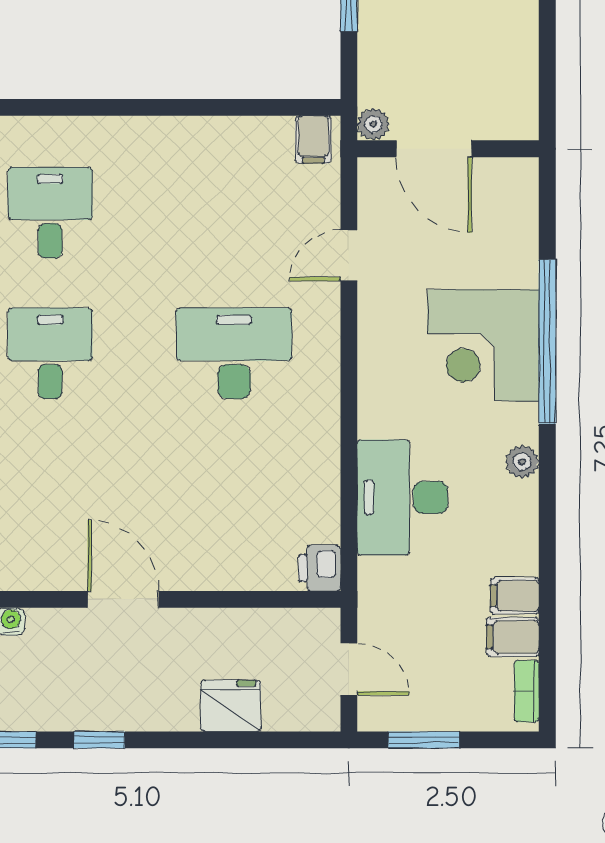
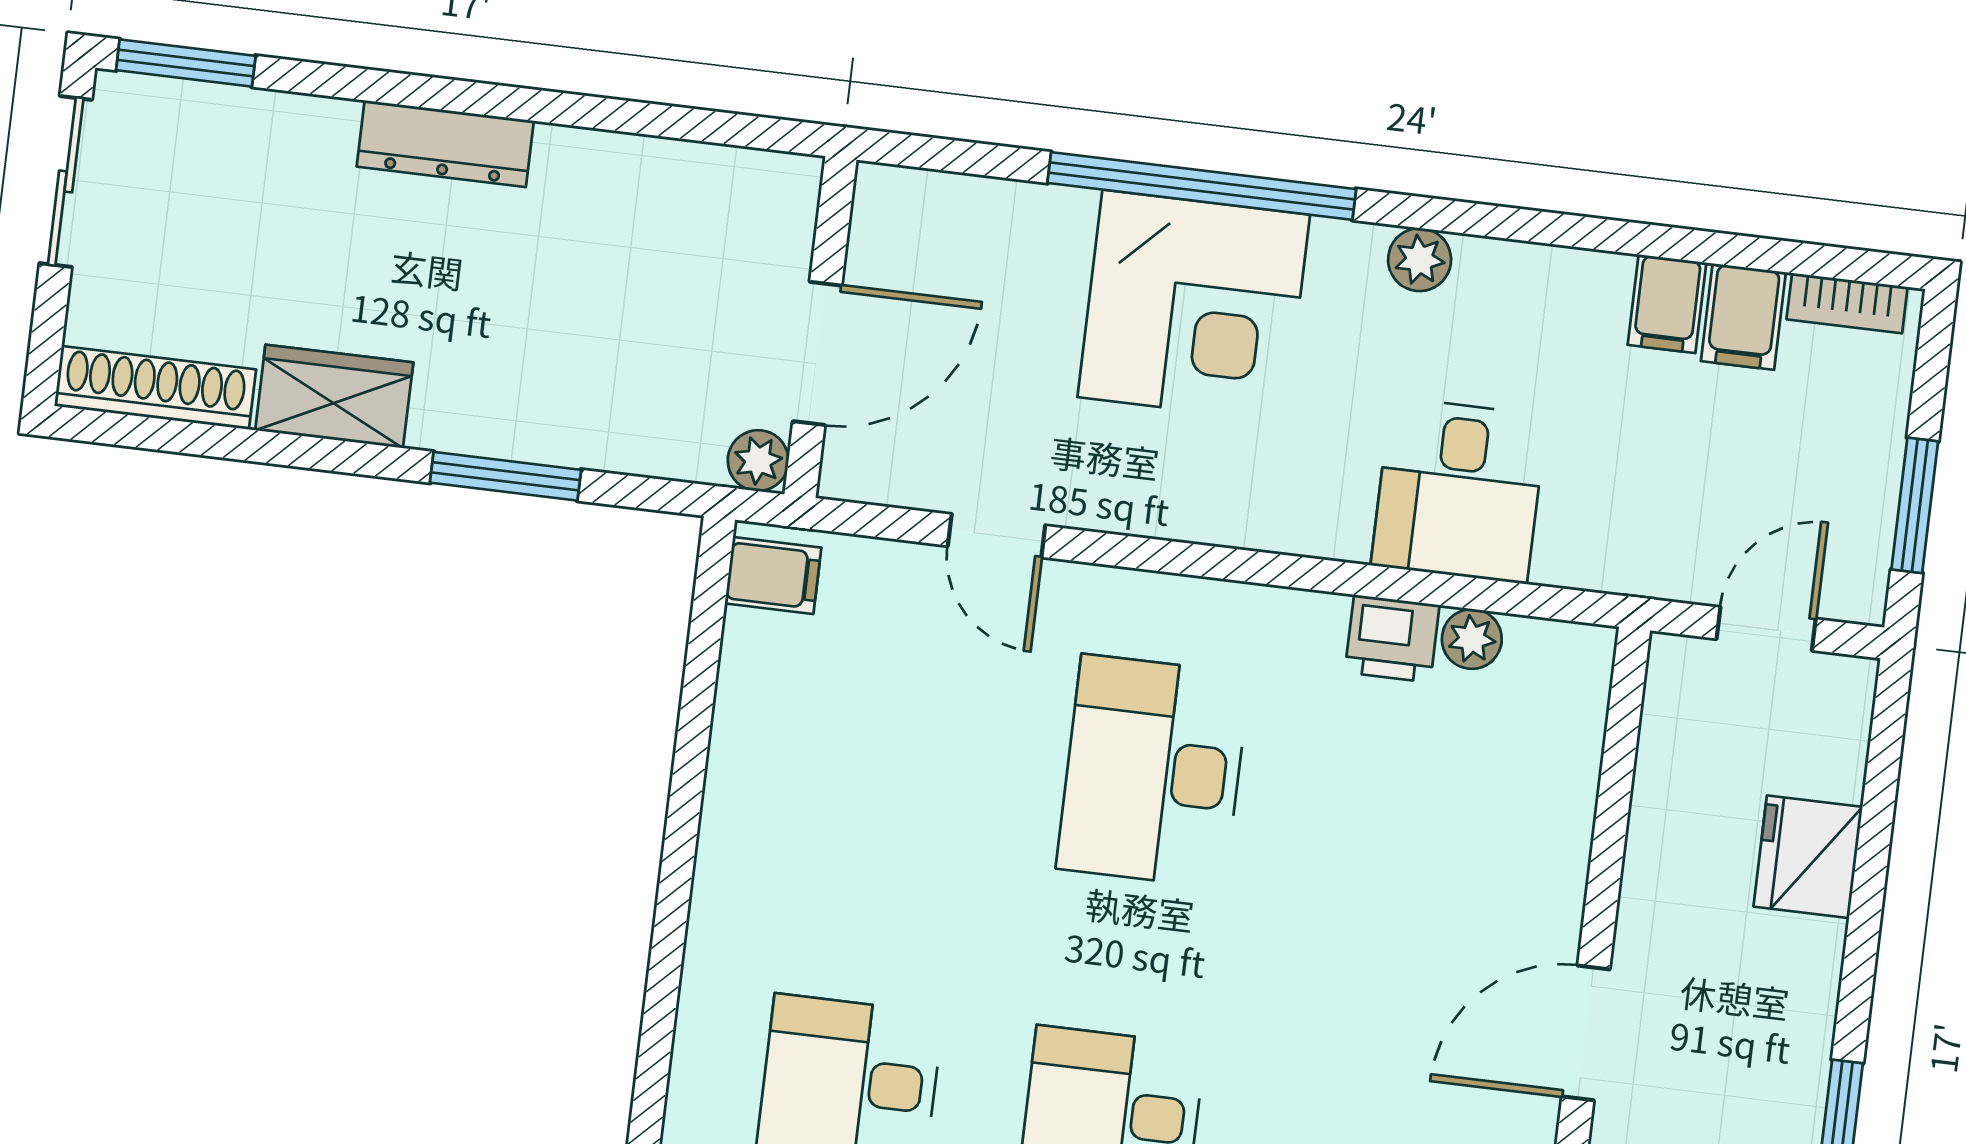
desk: (402, 497) -> (1459, 490), width x0.73
plant: (325, 514) -> (1472, 639), added
printer: (320, 568) -> (1392, 639), moved

